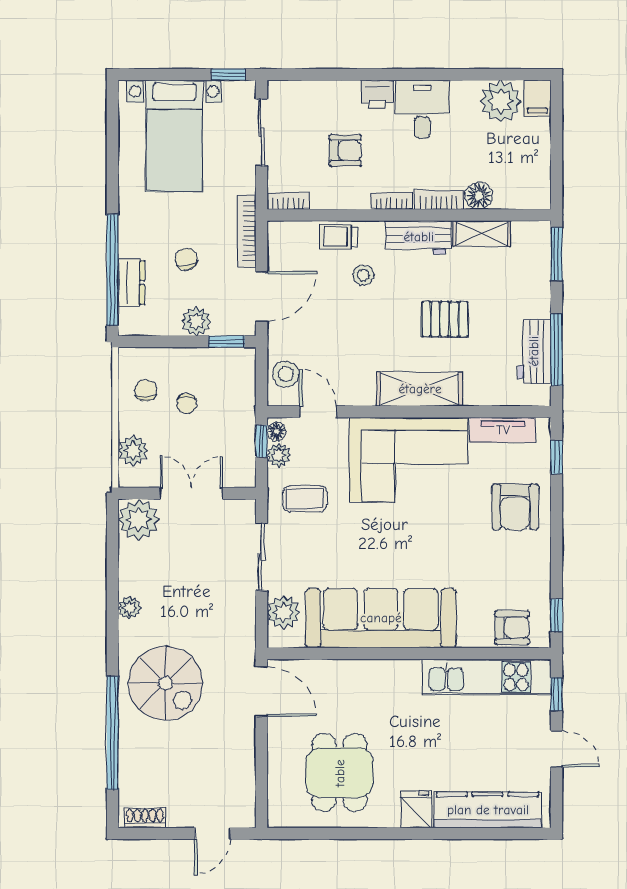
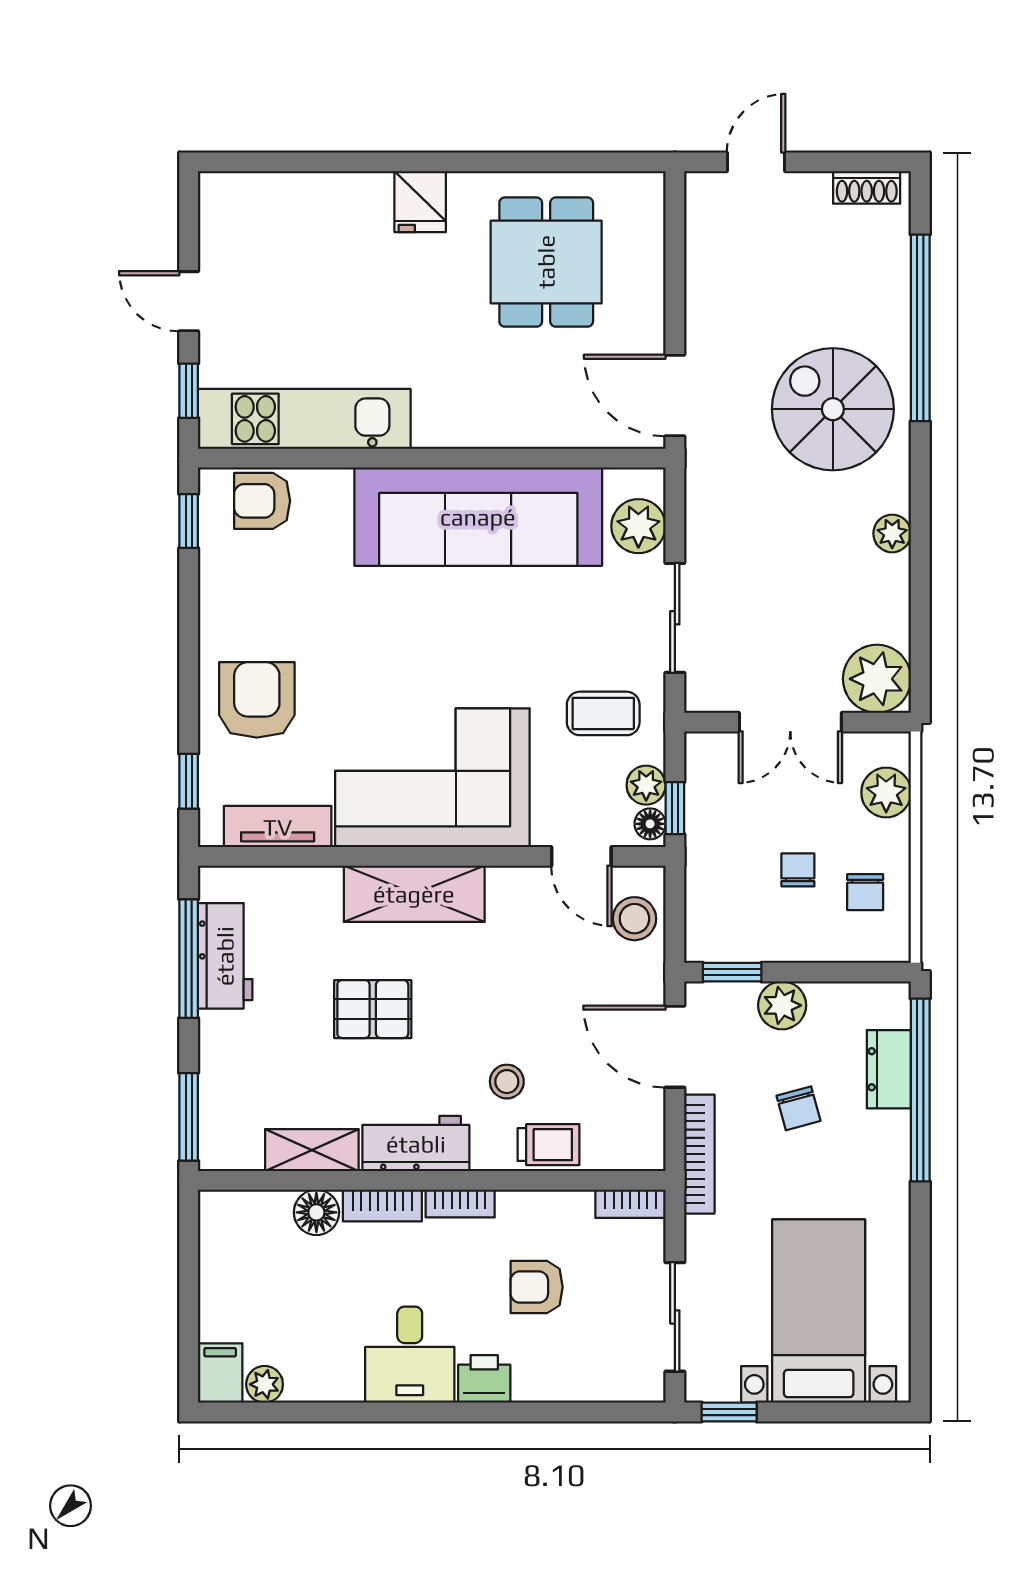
plant: (501, 101) -> (265, 1384), width x0.53, depth x0.53
door: (261, 296) -> (675, 1047), hinge flipped
kitchen counter: (488, 810) -> (302, 201), removed

